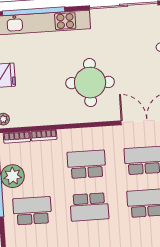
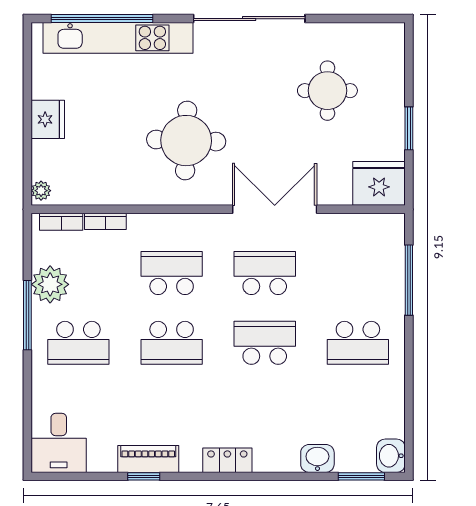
school desk: (32, 211) -> (78, 343), turned 180

